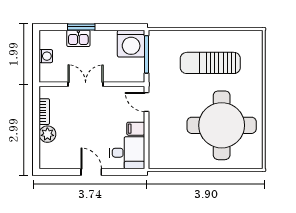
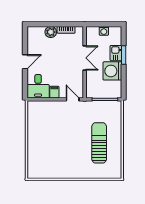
washing machine: (131, 44) -> (112, 71), moved
door: (146, 102) -> (73, 99), hinge flipped
round table: (222, 125) -> (57, 151), removed

